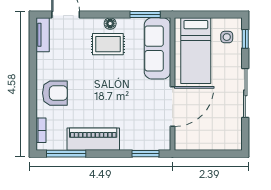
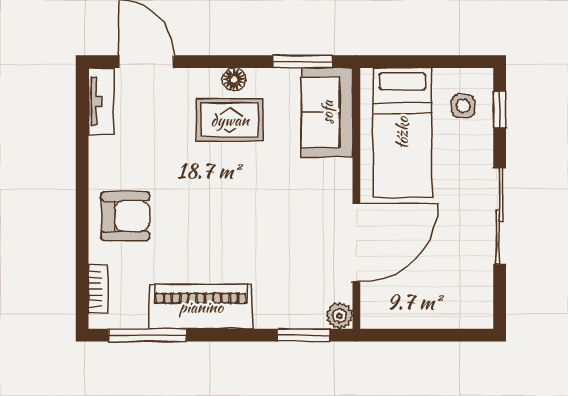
sofa: (157, 48) -> (327, 112), width x0.73
plant: (164, 144) -> (339, 316), added

